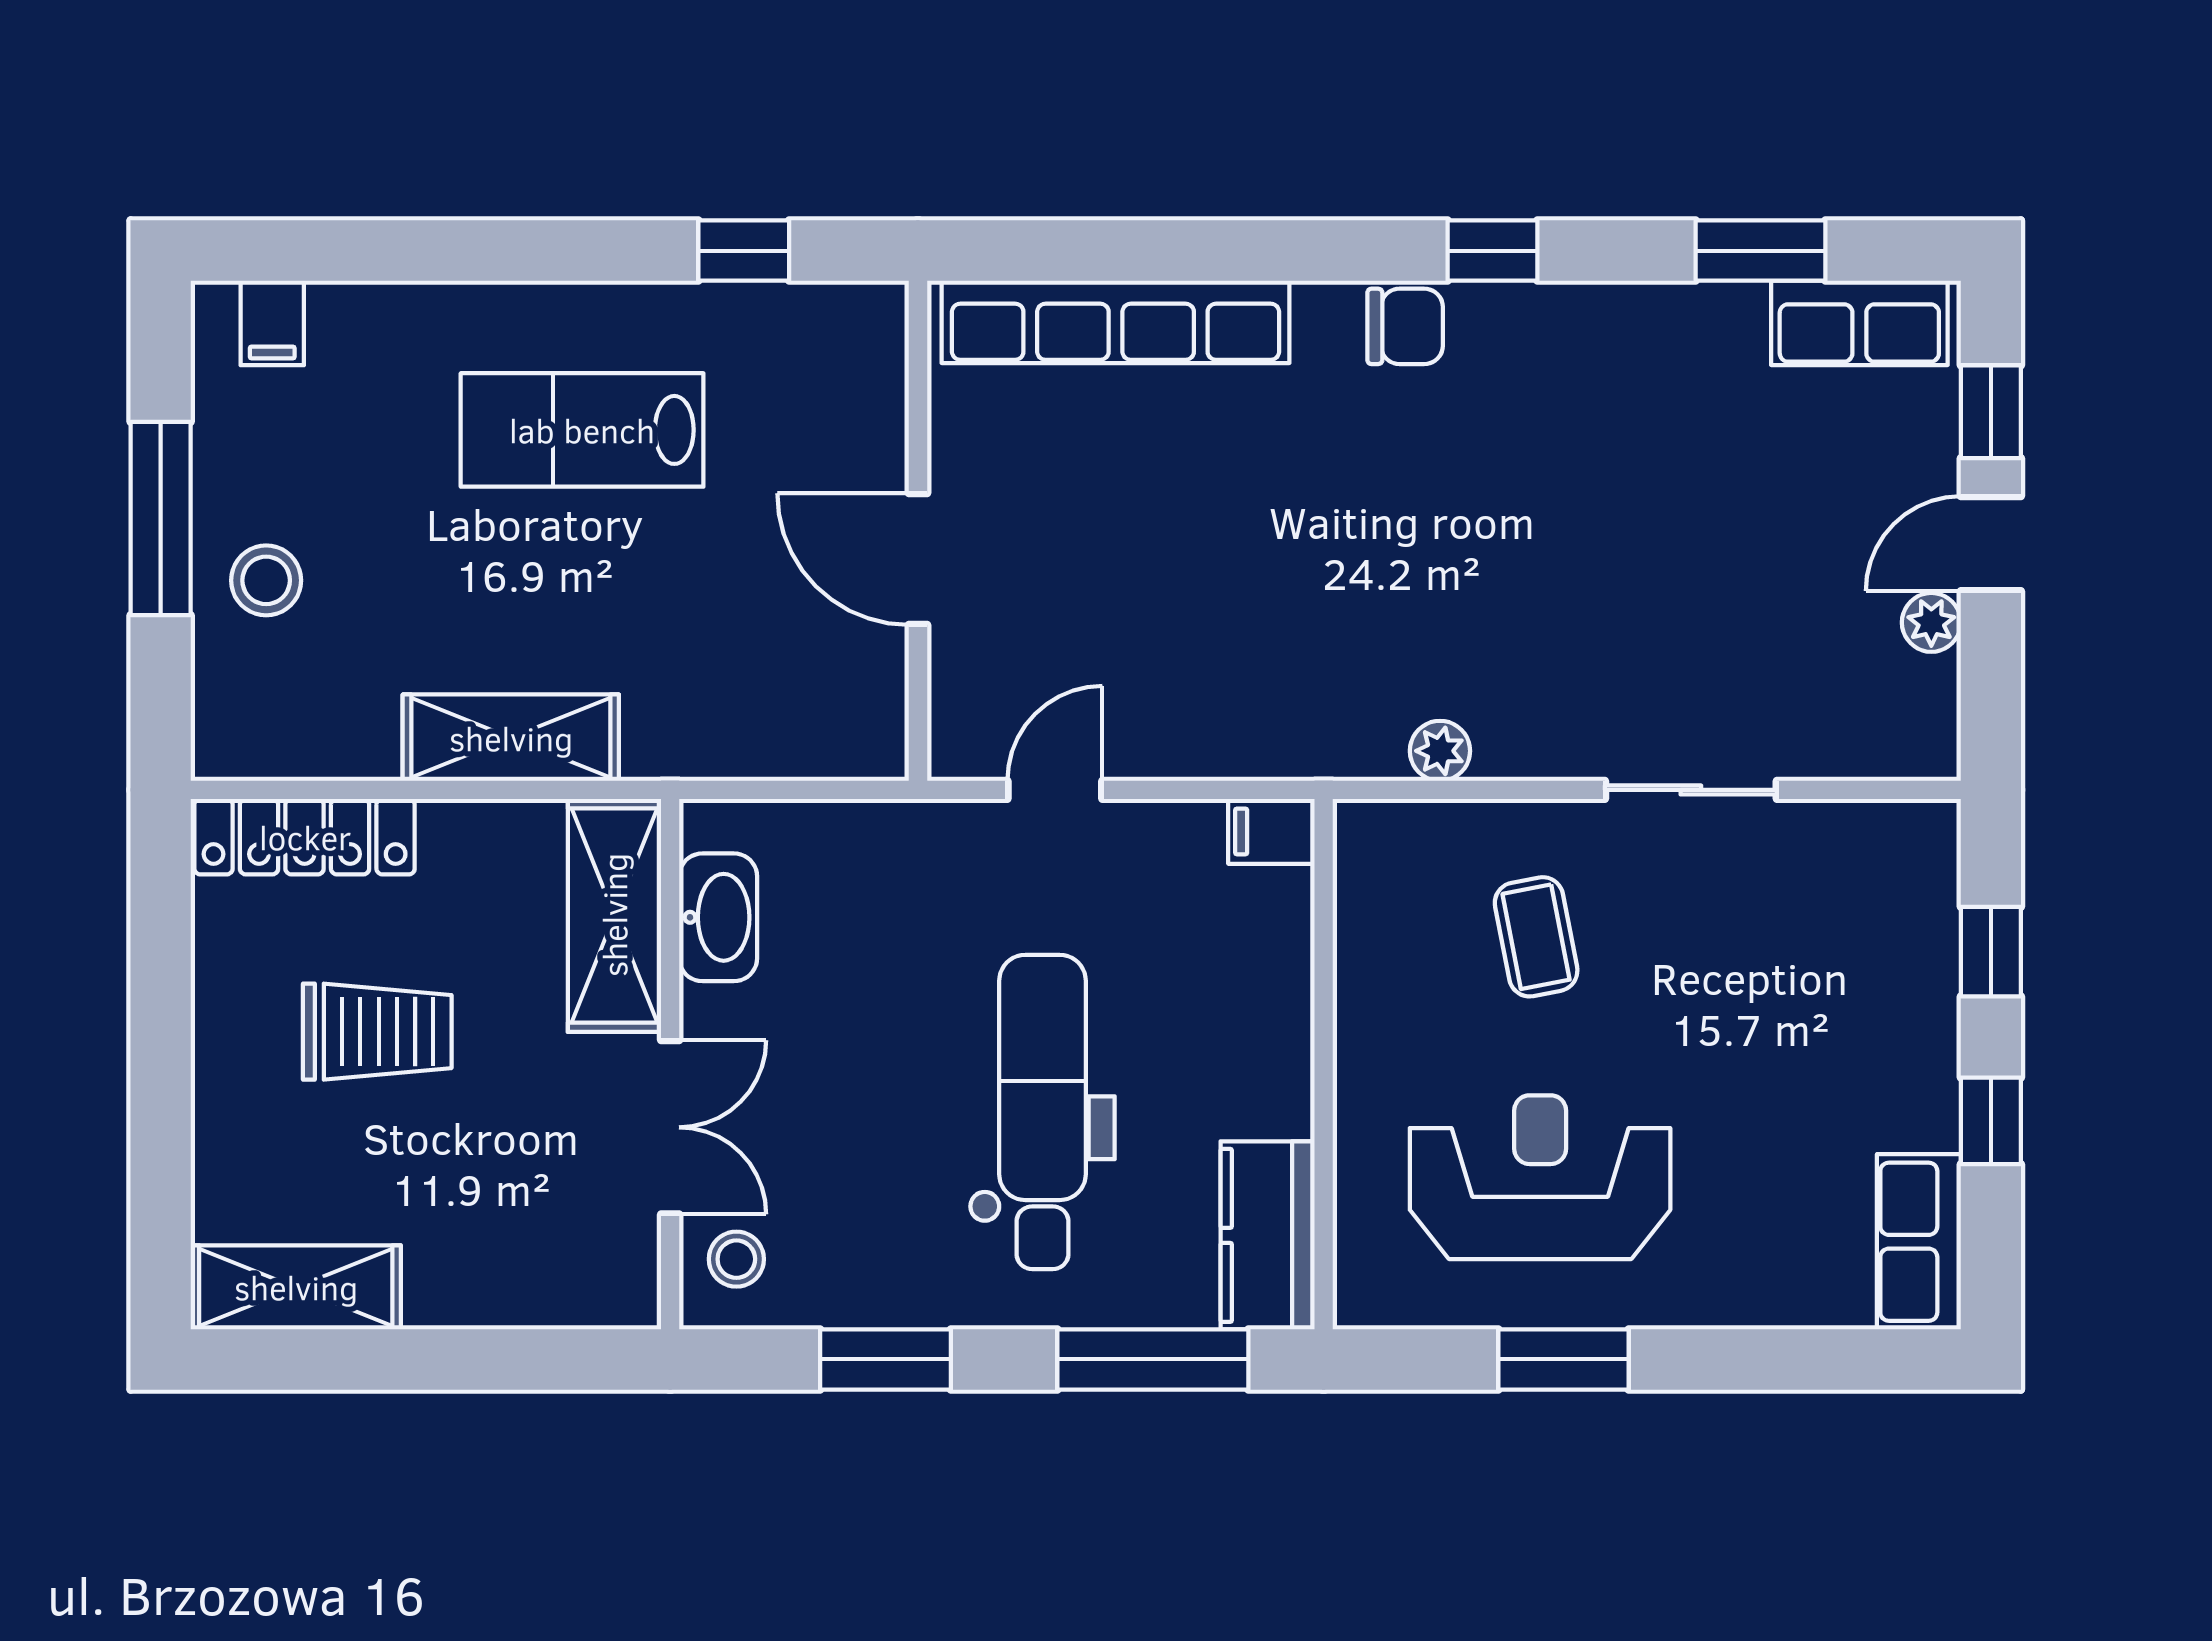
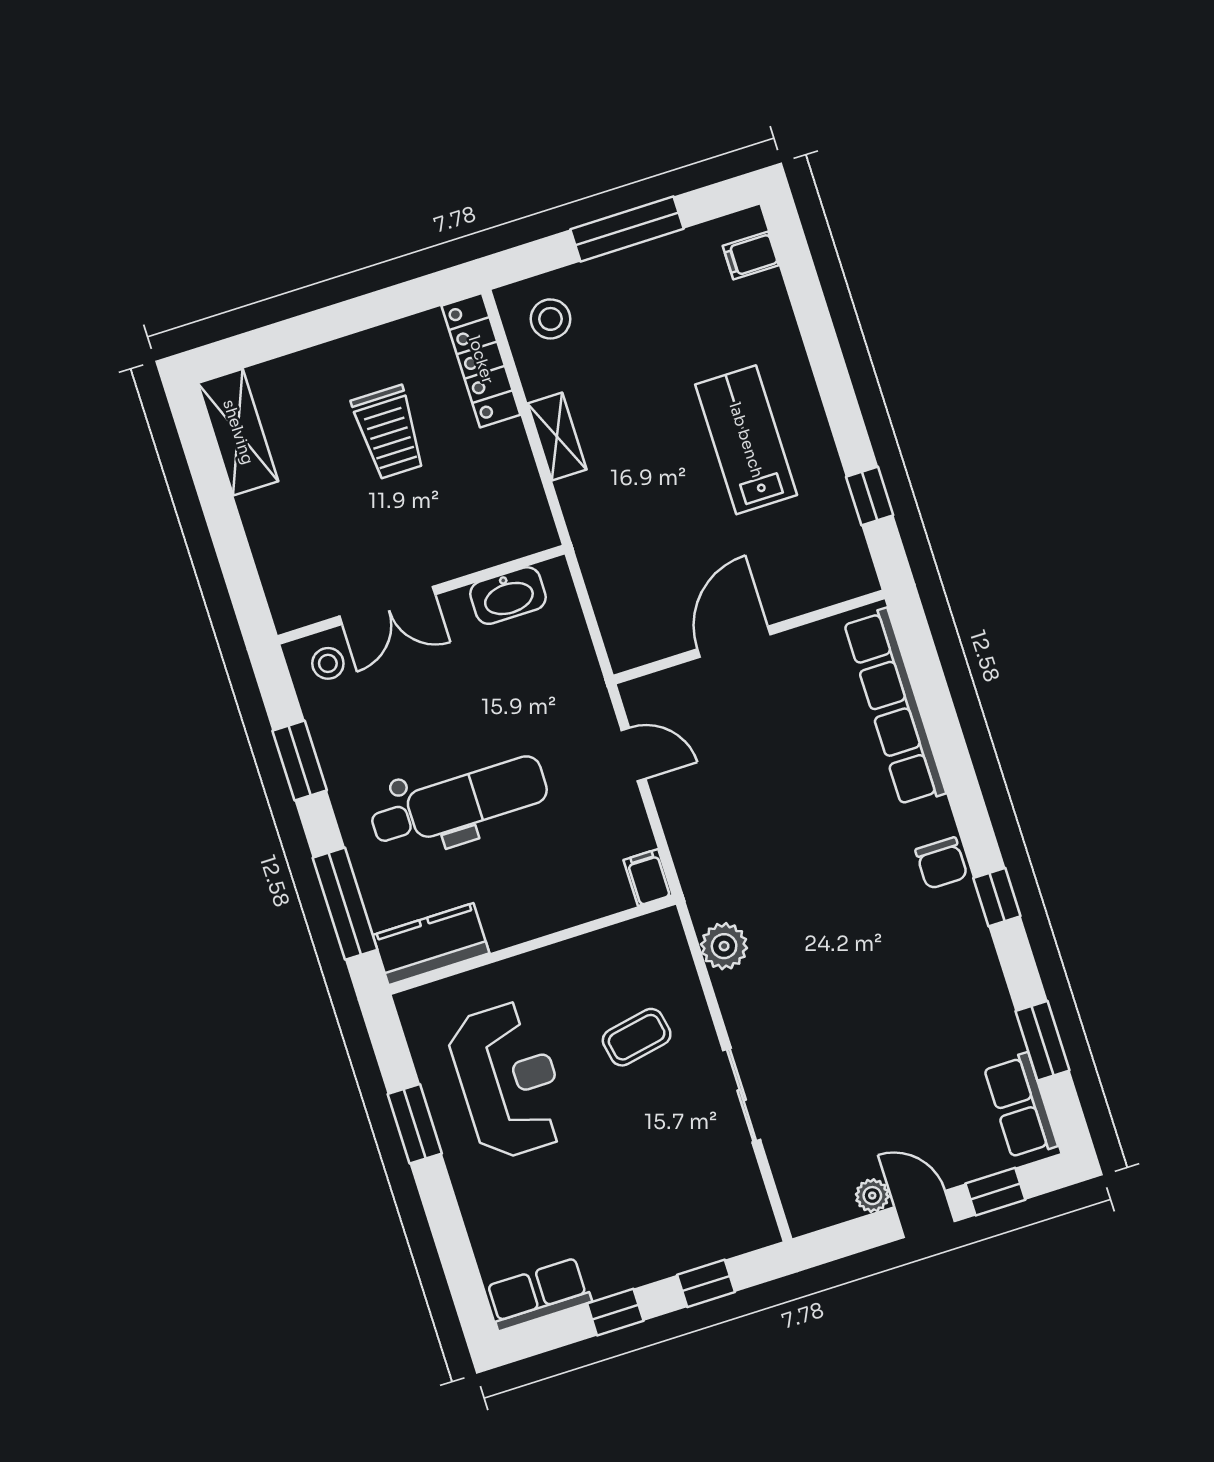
stool: (266, 580) -> (550, 319), moved
shelving: (511, 738) -> (557, 436), width x0.67, depth x0.75
plant: (1440, 751) -> (724, 946), width x1.38, depth x1.38
shelving: (614, 915) -> (491, 540), removed

